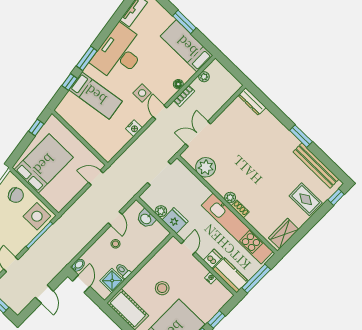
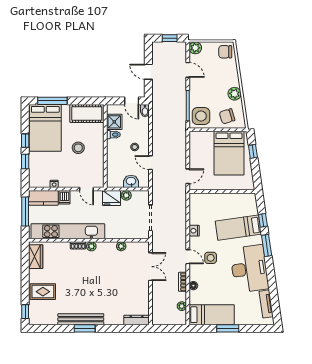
window: (36, 127) -> (253, 151), moved
bench: (316, 165) -> (81, 319), moved
plant: (206, 167) -> (121, 246), width x0.53, depth x0.53

